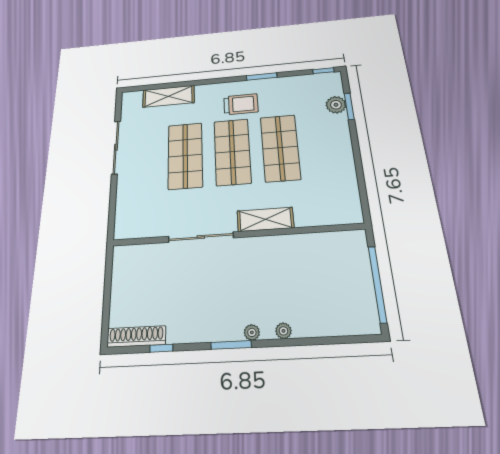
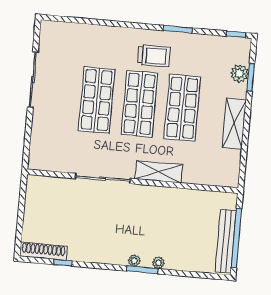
shelving: (169, 96) -> (234, 124), moved, turned 90
bench: (365, 290) -> (226, 241), added
window: (231, 345) -> (142, 270), moved

